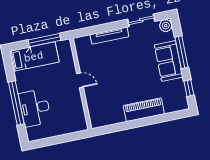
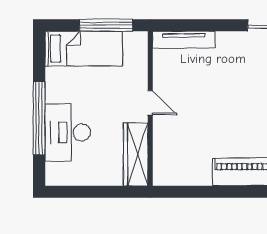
tv unit: (109, 36) -> (184, 40), moved
wardrobe: (78, 113) -> (136, 154), added

